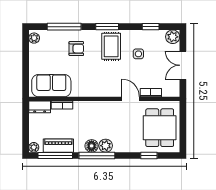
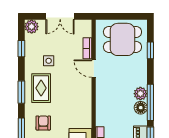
rug: (111, 46) -> (41, 88), turned 90
door: (131, 99) -> (94, 69), hinge flipped

